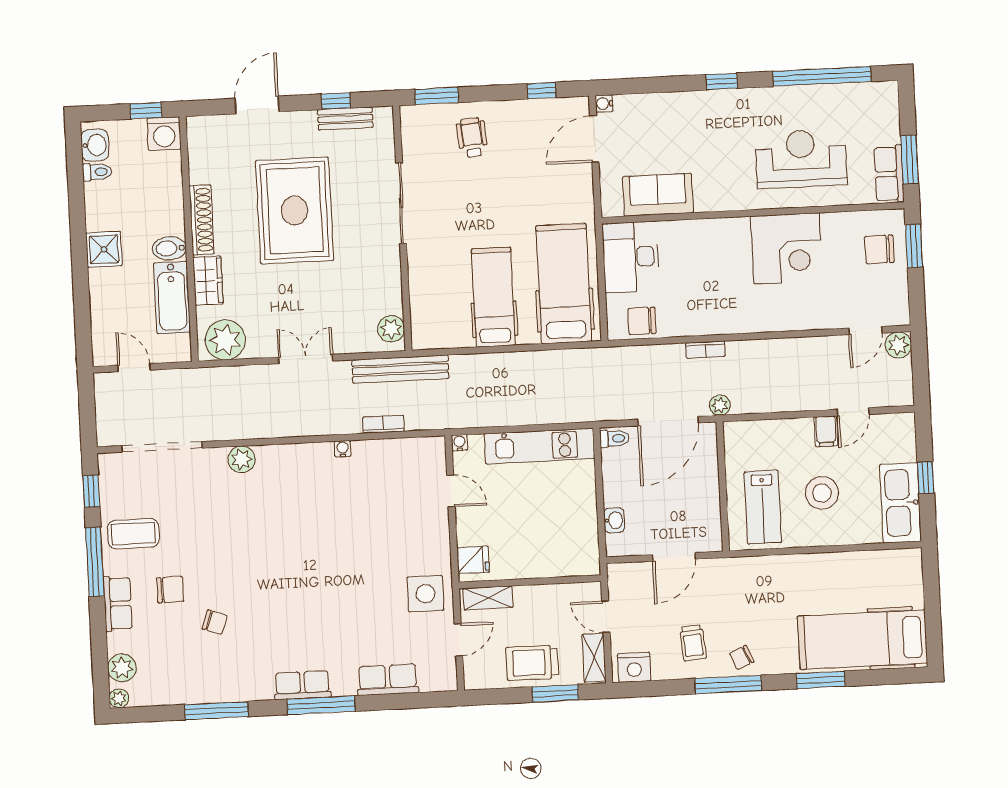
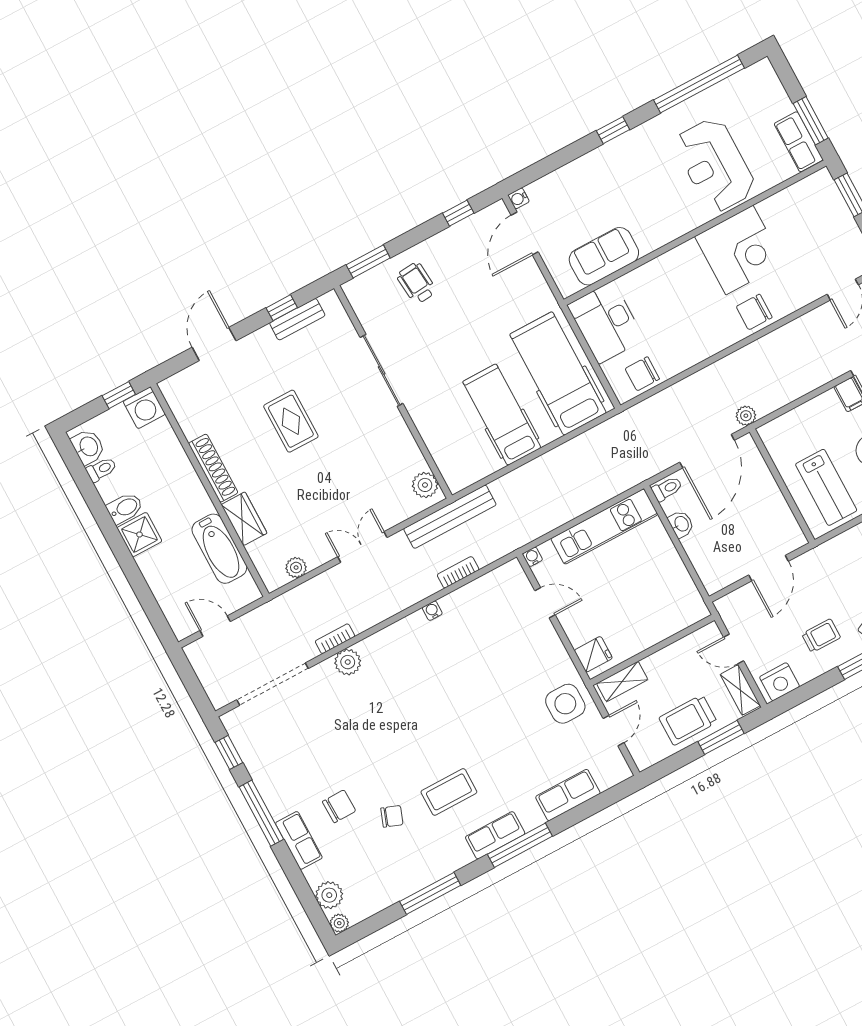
reception desk: (801, 159) -> (715, 165), turned -90
rug: (295, 210) -> (291, 421), width x0.54, depth x0.49
bidet: (169, 248) -> (125, 508), moved, turned 180
chair: (879, 249) -> (754, 312), moved
plant: (225, 340) -> (296, 568), width x0.53, depth x0.53
bookcase: (705, 350) -> (335, 639), moved, turned 180
washbasin: (614, 520) -> (681, 524), moved
coffee table: (133, 534) -> (449, 792), moved
trolley: (693, 643) -> (821, 636), turned -85

